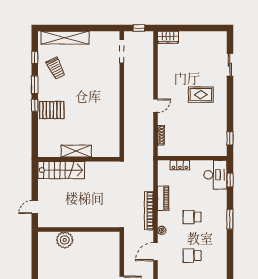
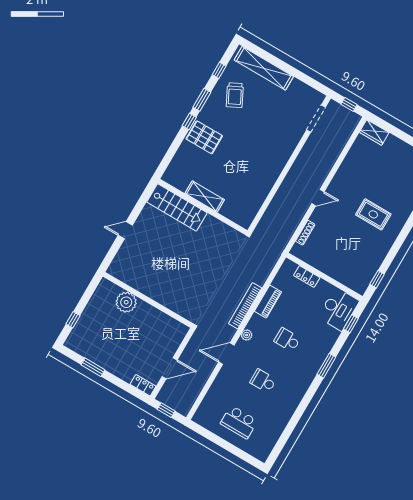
wall: (79, 230) -> (148, 300), moved
plant: (65, 240) -> (126, 302), moved

